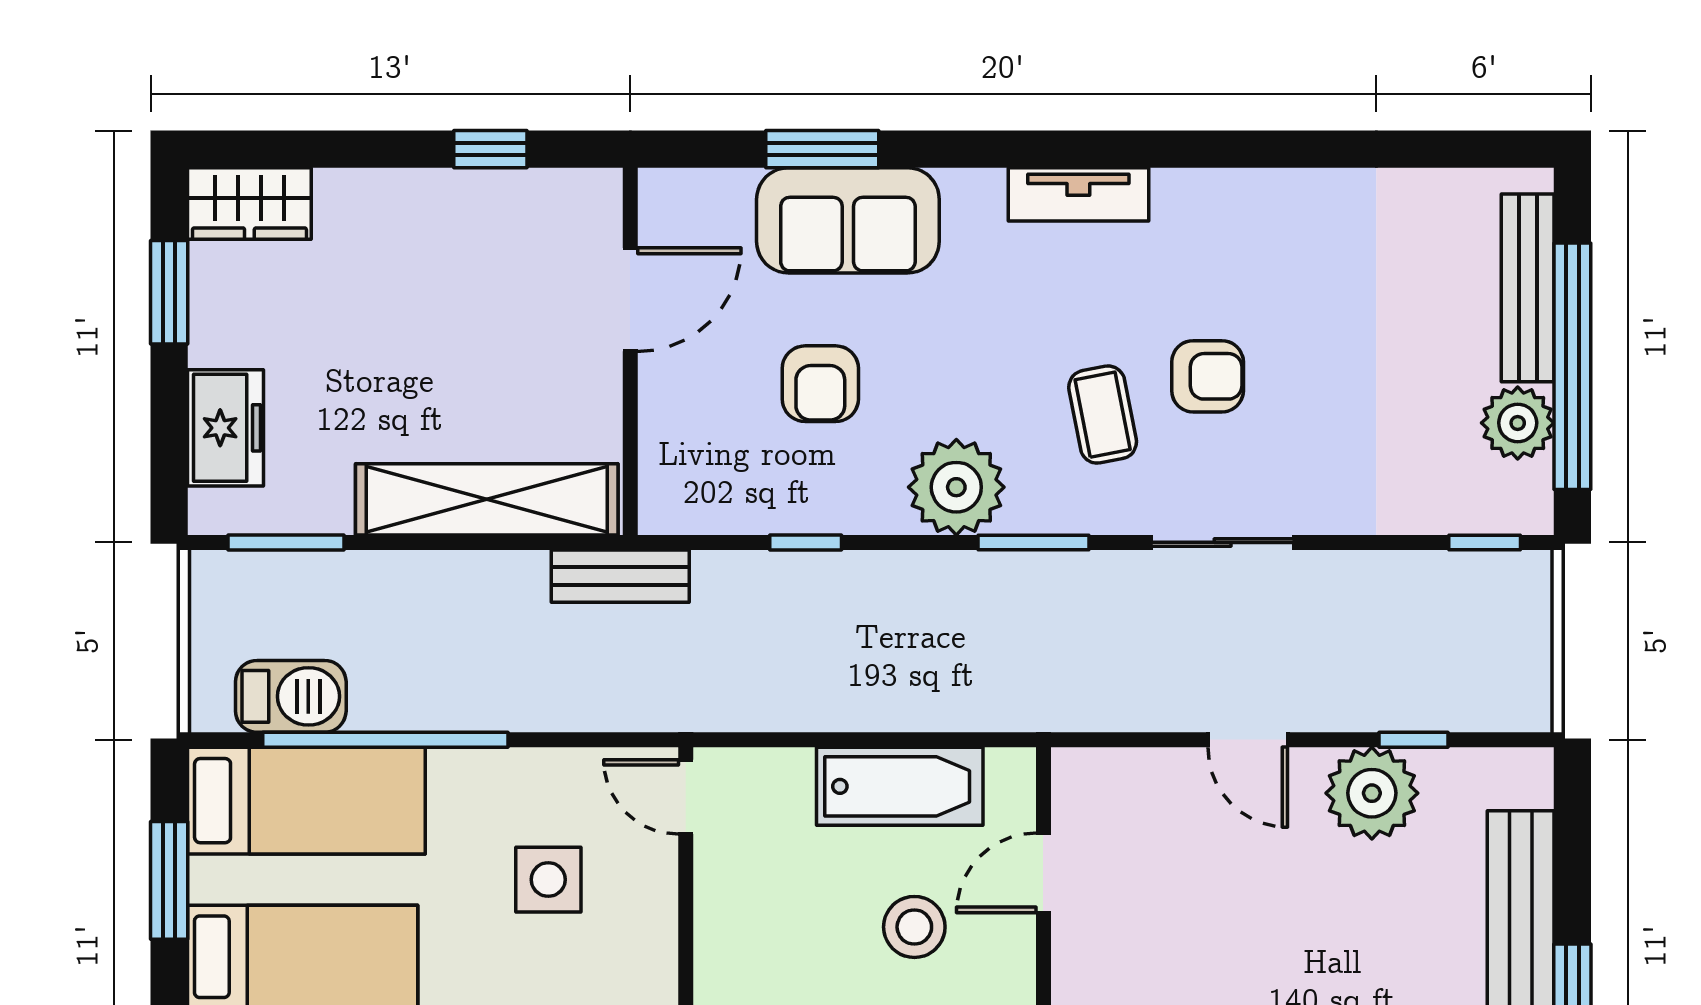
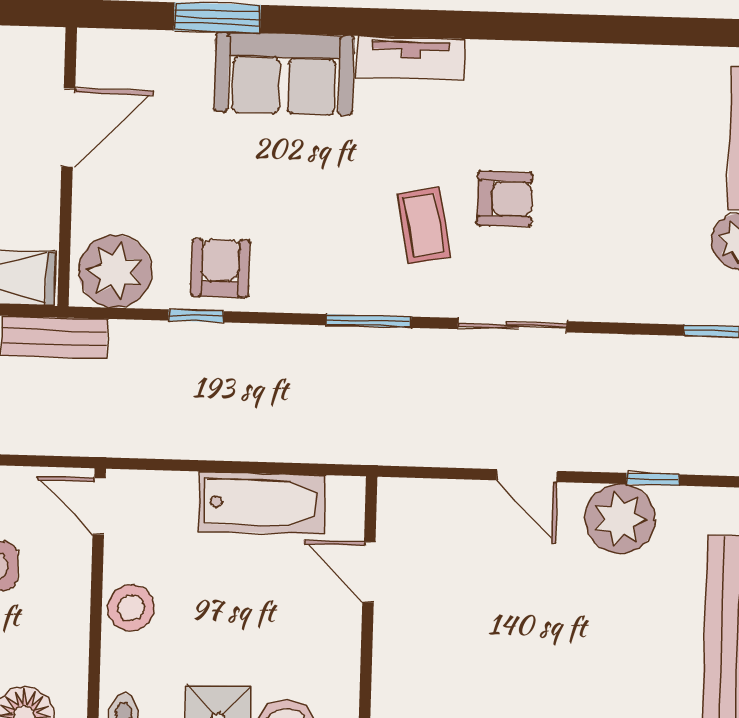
sofa: (848, 220) -> (284, 74), moved
armchair: (820, 384) -> (220, 268), moved, turned 180
plant: (956, 487) -> (115, 271), moved
door: (1043, 873) -> (369, 572), hinge flipped
stool: (914, 927) -> (131, 608), moved

